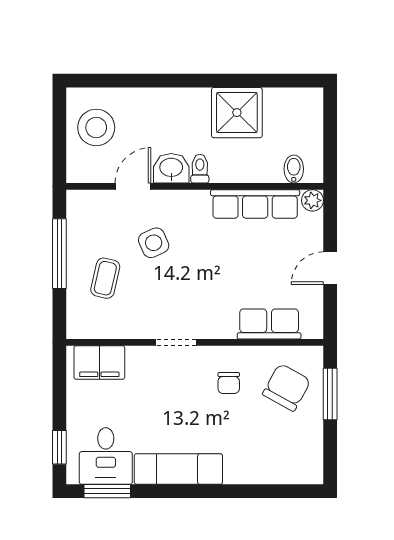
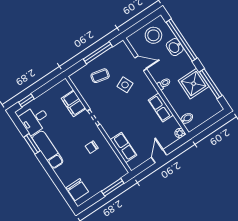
window: (140, 81) -> (182, 40), added
window: (259, 81) -> (211, 84), added
washbasin: (171, 168) -> (175, 47), moved, turned 180
row of seats: (255, 204) -> (161, 107), width x0.68
door: (330, 268) -> (159, 156), hinge flipped
filing cabinet: (99, 363) -> (74, 103), moved
chair: (287, 387) -> (77, 190), moved, turned 61
window: (107, 491) -> (32, 144), moved

